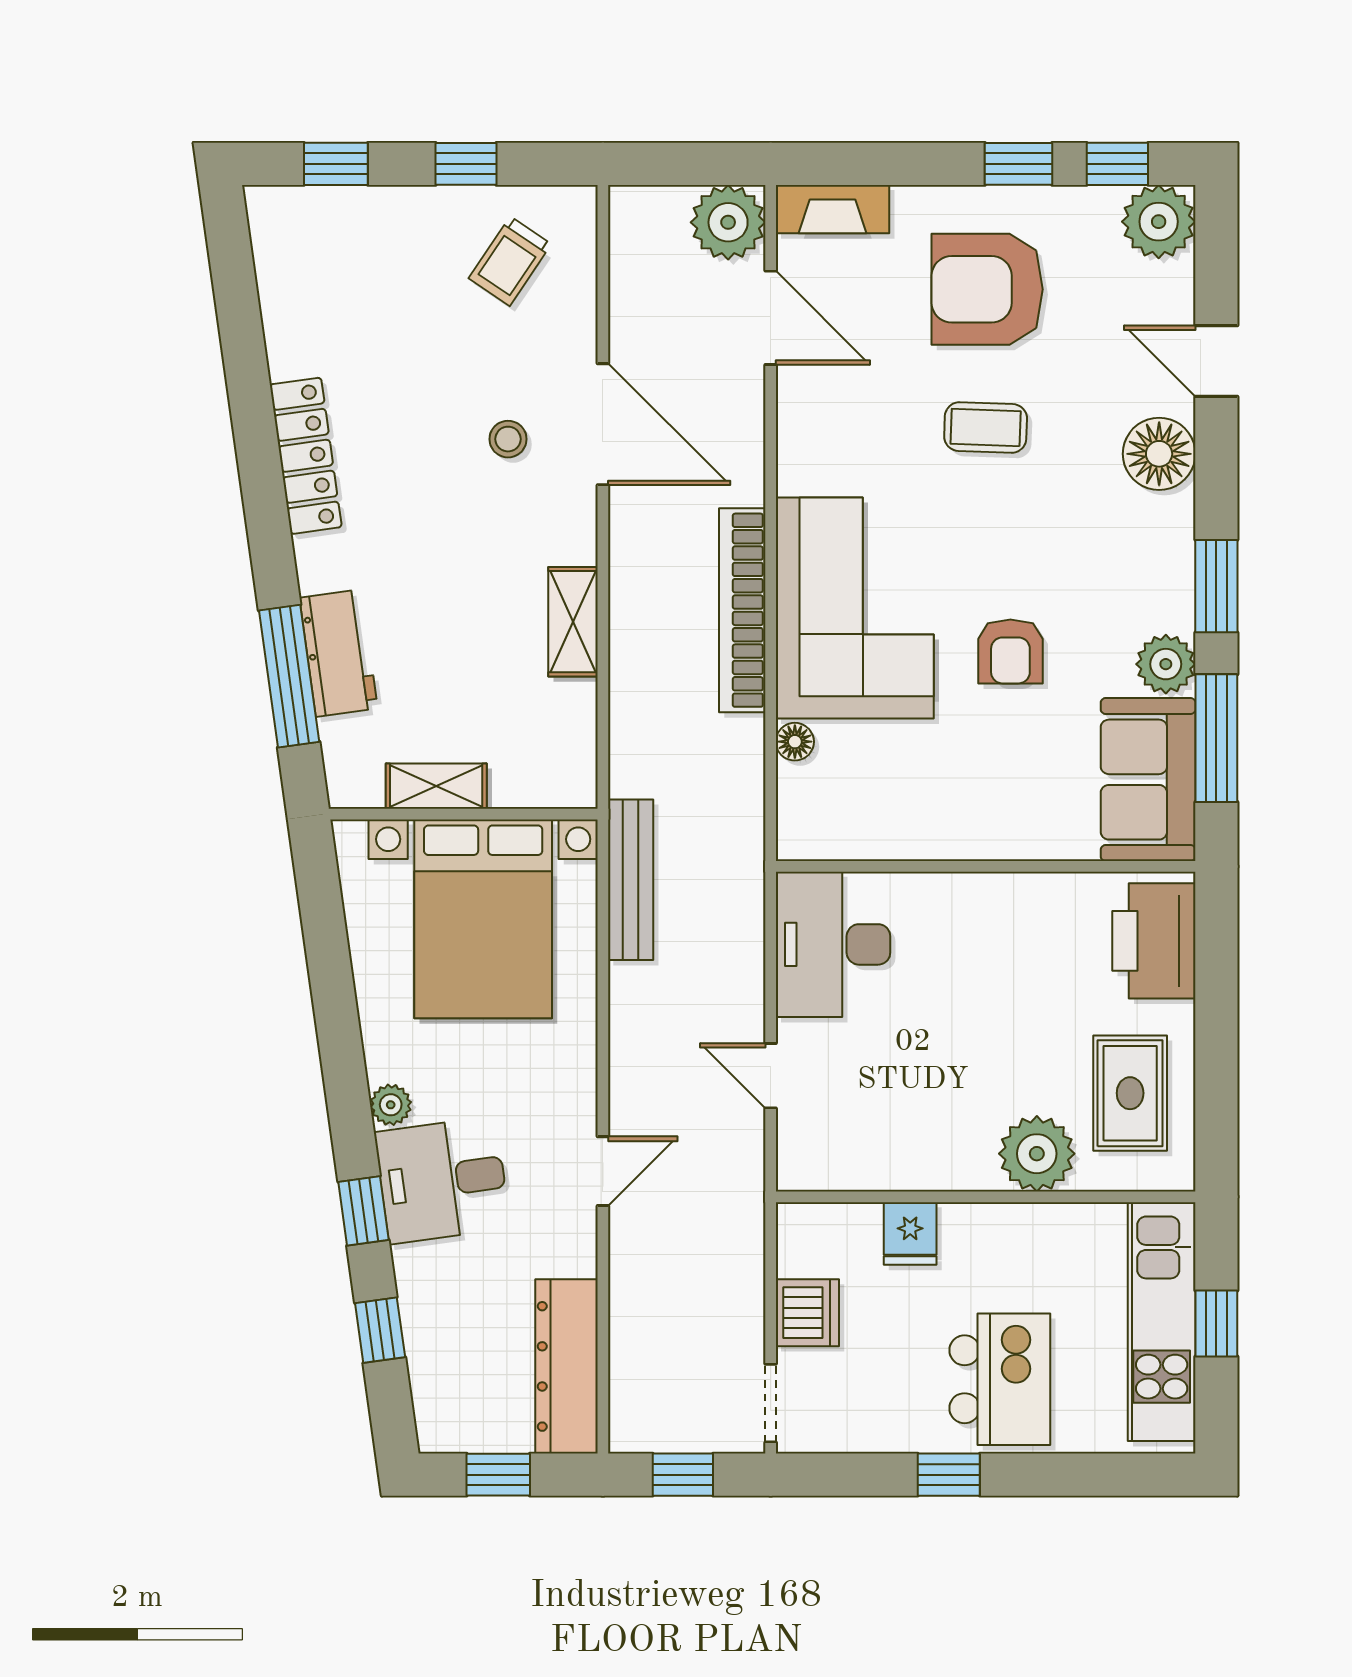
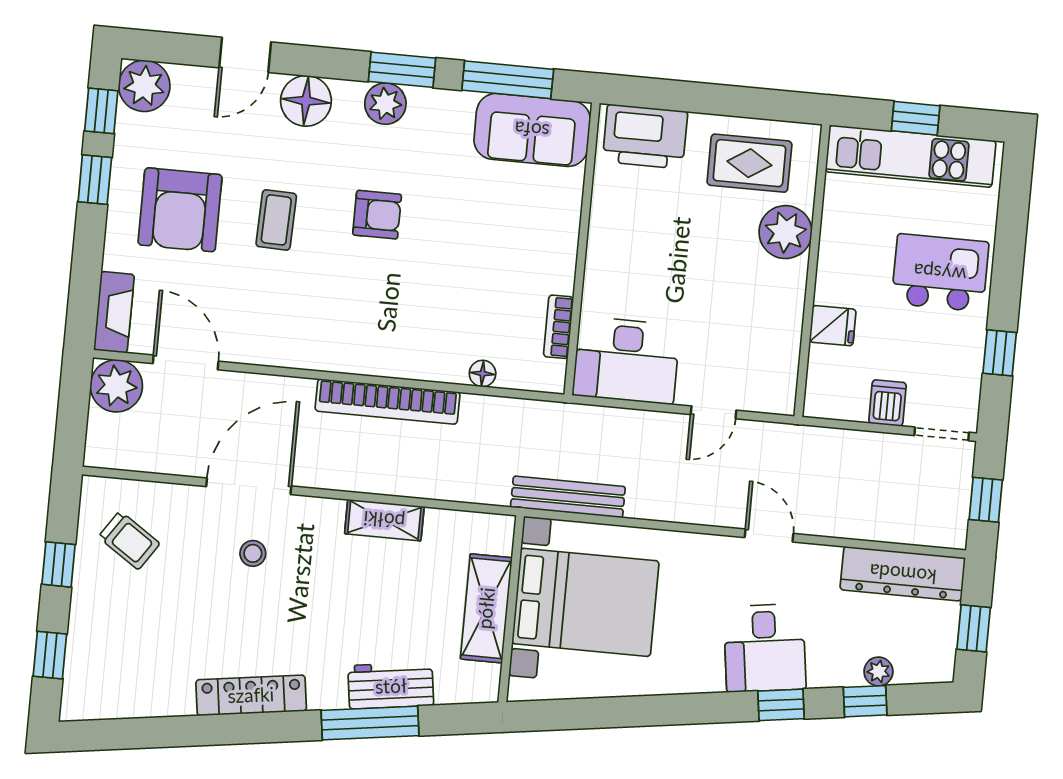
door: (771, 318) -> (186, 362), hinge flipped
corner sofa: (855, 608) -> (393, 323), removed
armchair: (1010, 651) -> (377, 215), moved
plant: (1166, 664) -> (385, 104), moved
window: (289, 676) -> (370, 723), moved
shelving: (436, 786) -> (486, 608), width x1.50, depth x1.33
bookcase: (872, 844) -> (559, 327), added
plant: (391, 1105) -> (878, 671), moved
dishwasher: (807, 1313) -> (887, 403), width x0.73
window: (949, 1475) -> (1000, 353), moved

